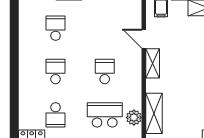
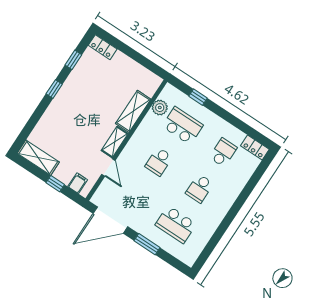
school desk: (56, 28) -> (176, 224), width x1.85
shelving: (154, 113) -> (133, 111), moved
school desk: (105, 115) -> (183, 126), turned 180

